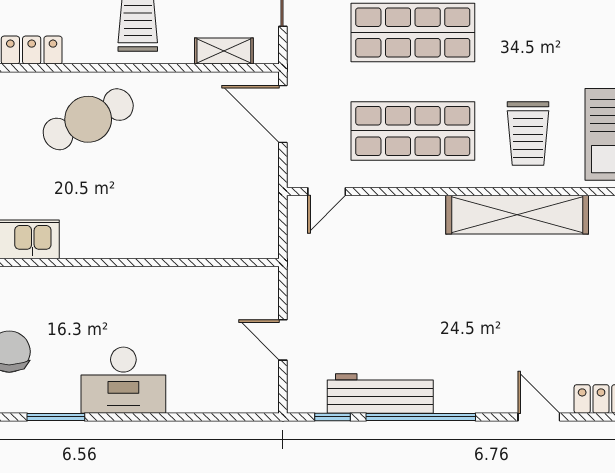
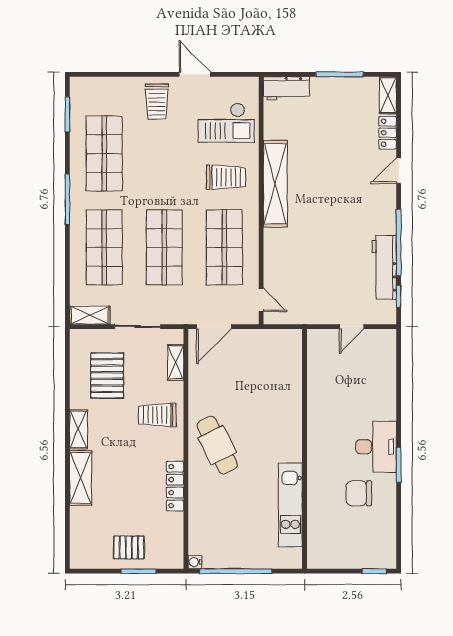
desk: (123, 380) -> (376, 447), moved

